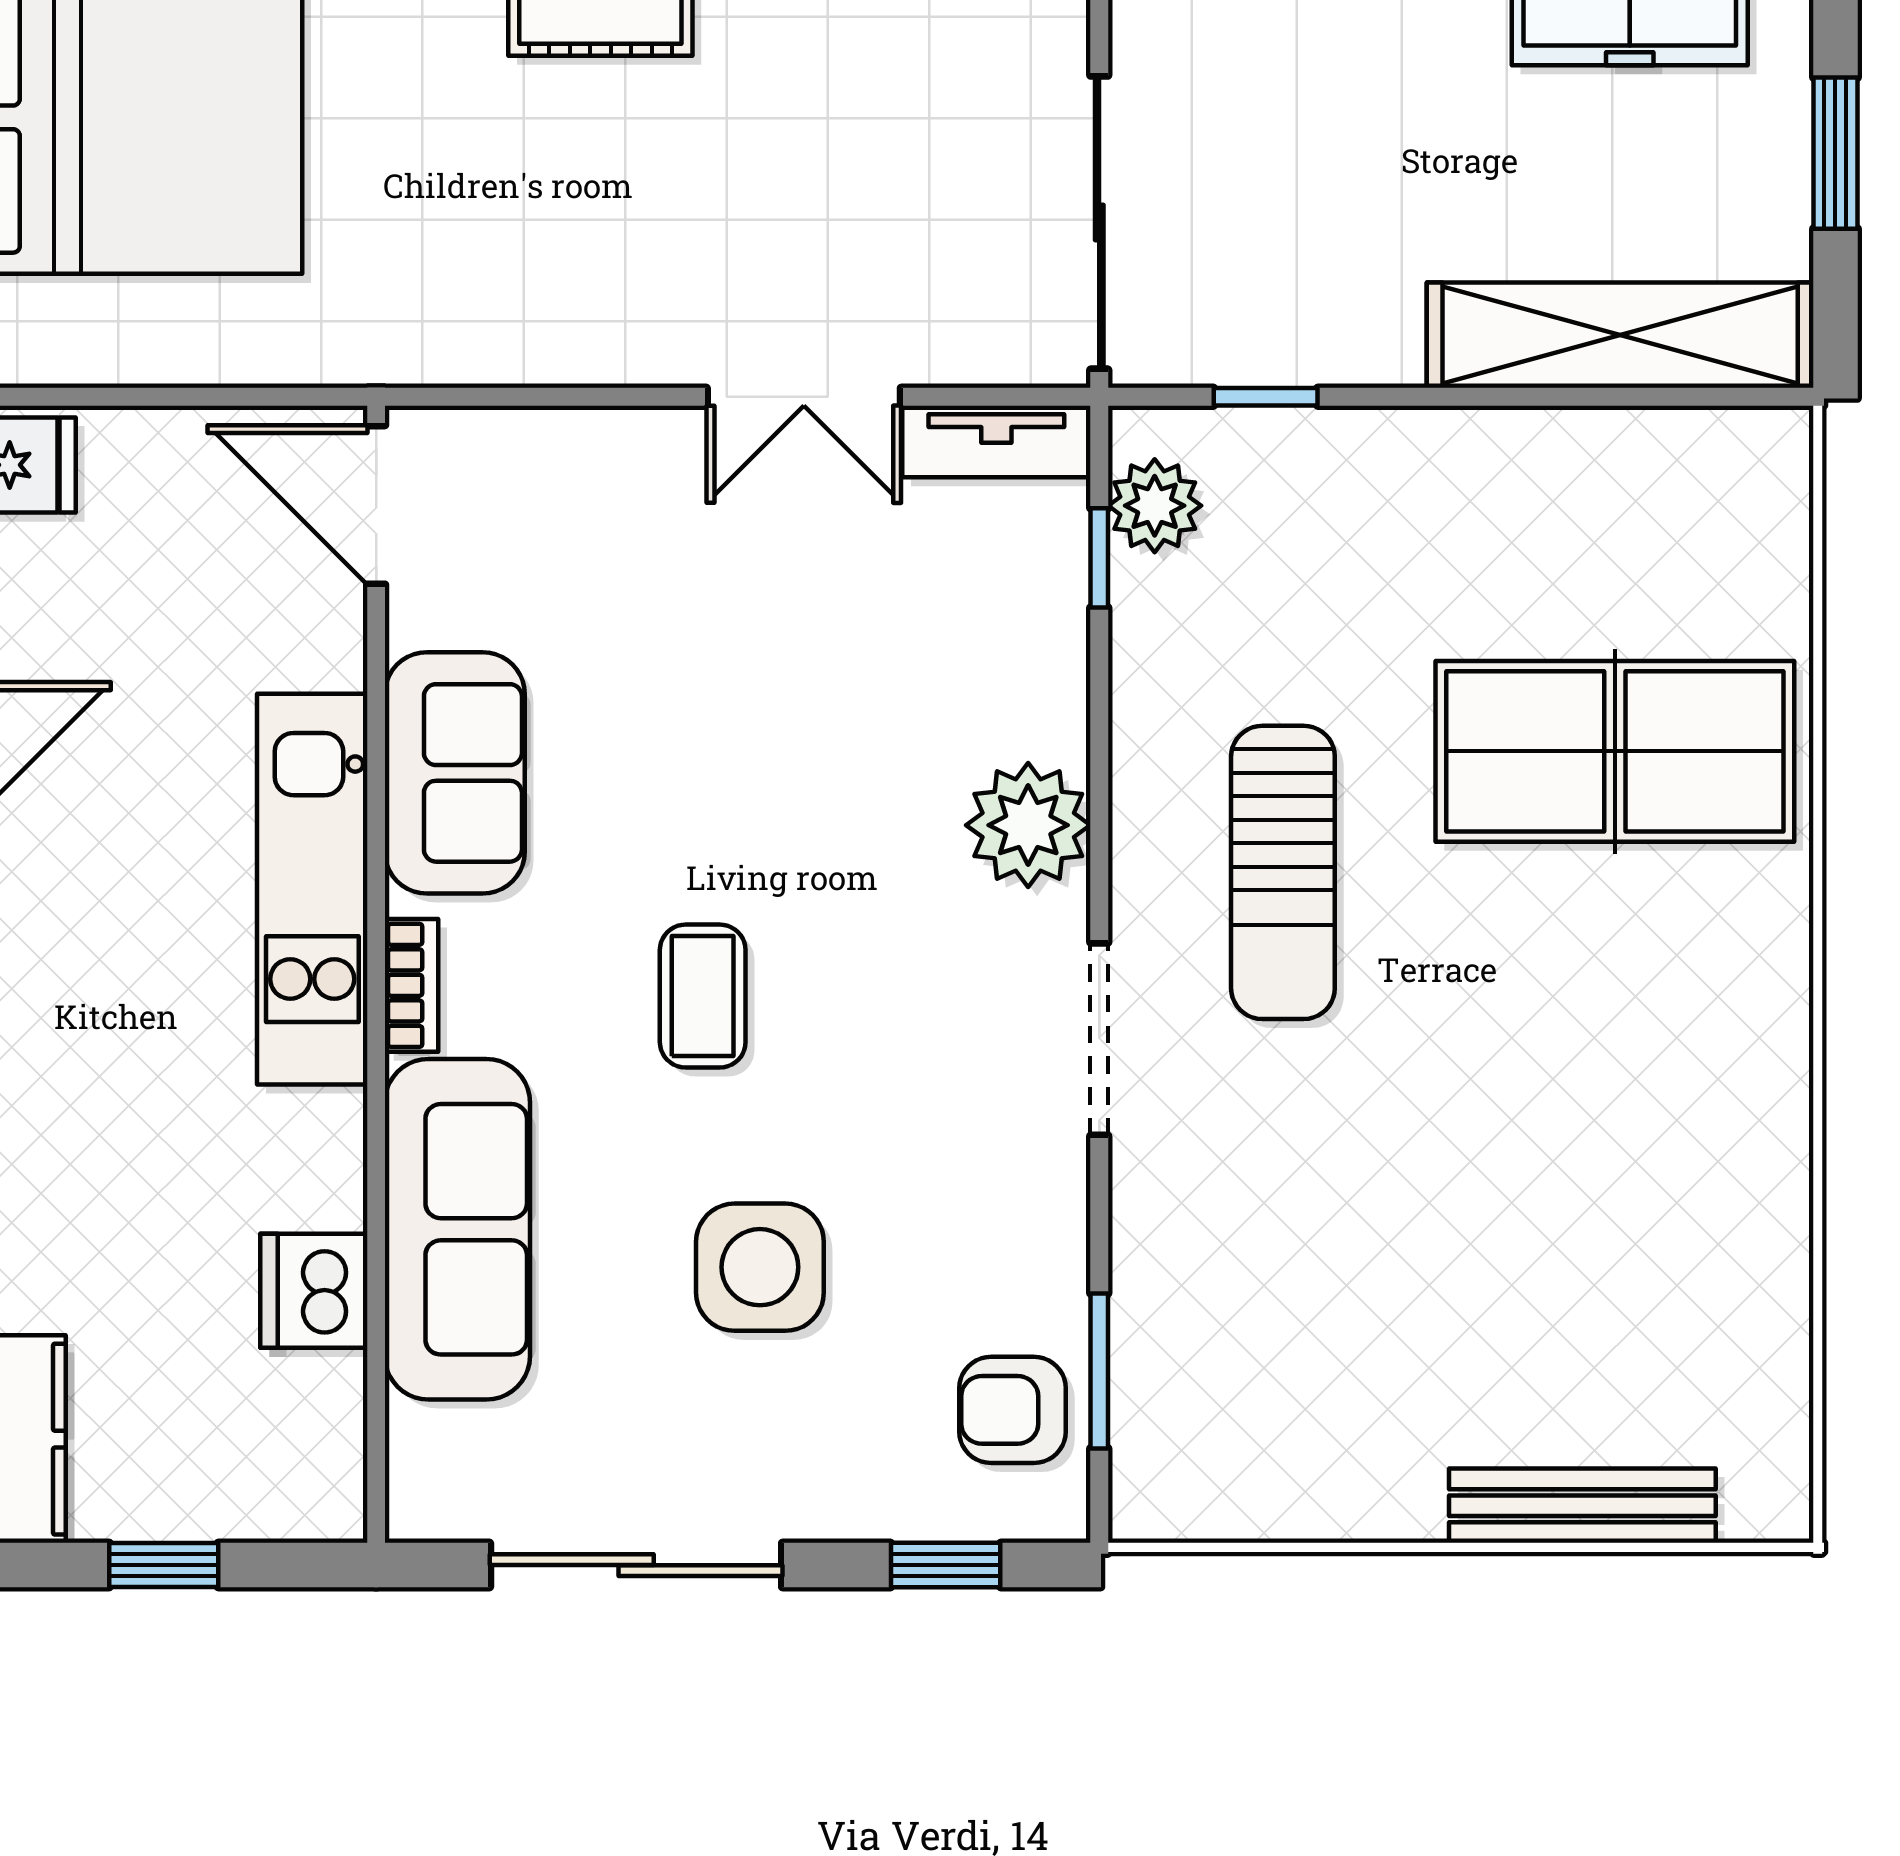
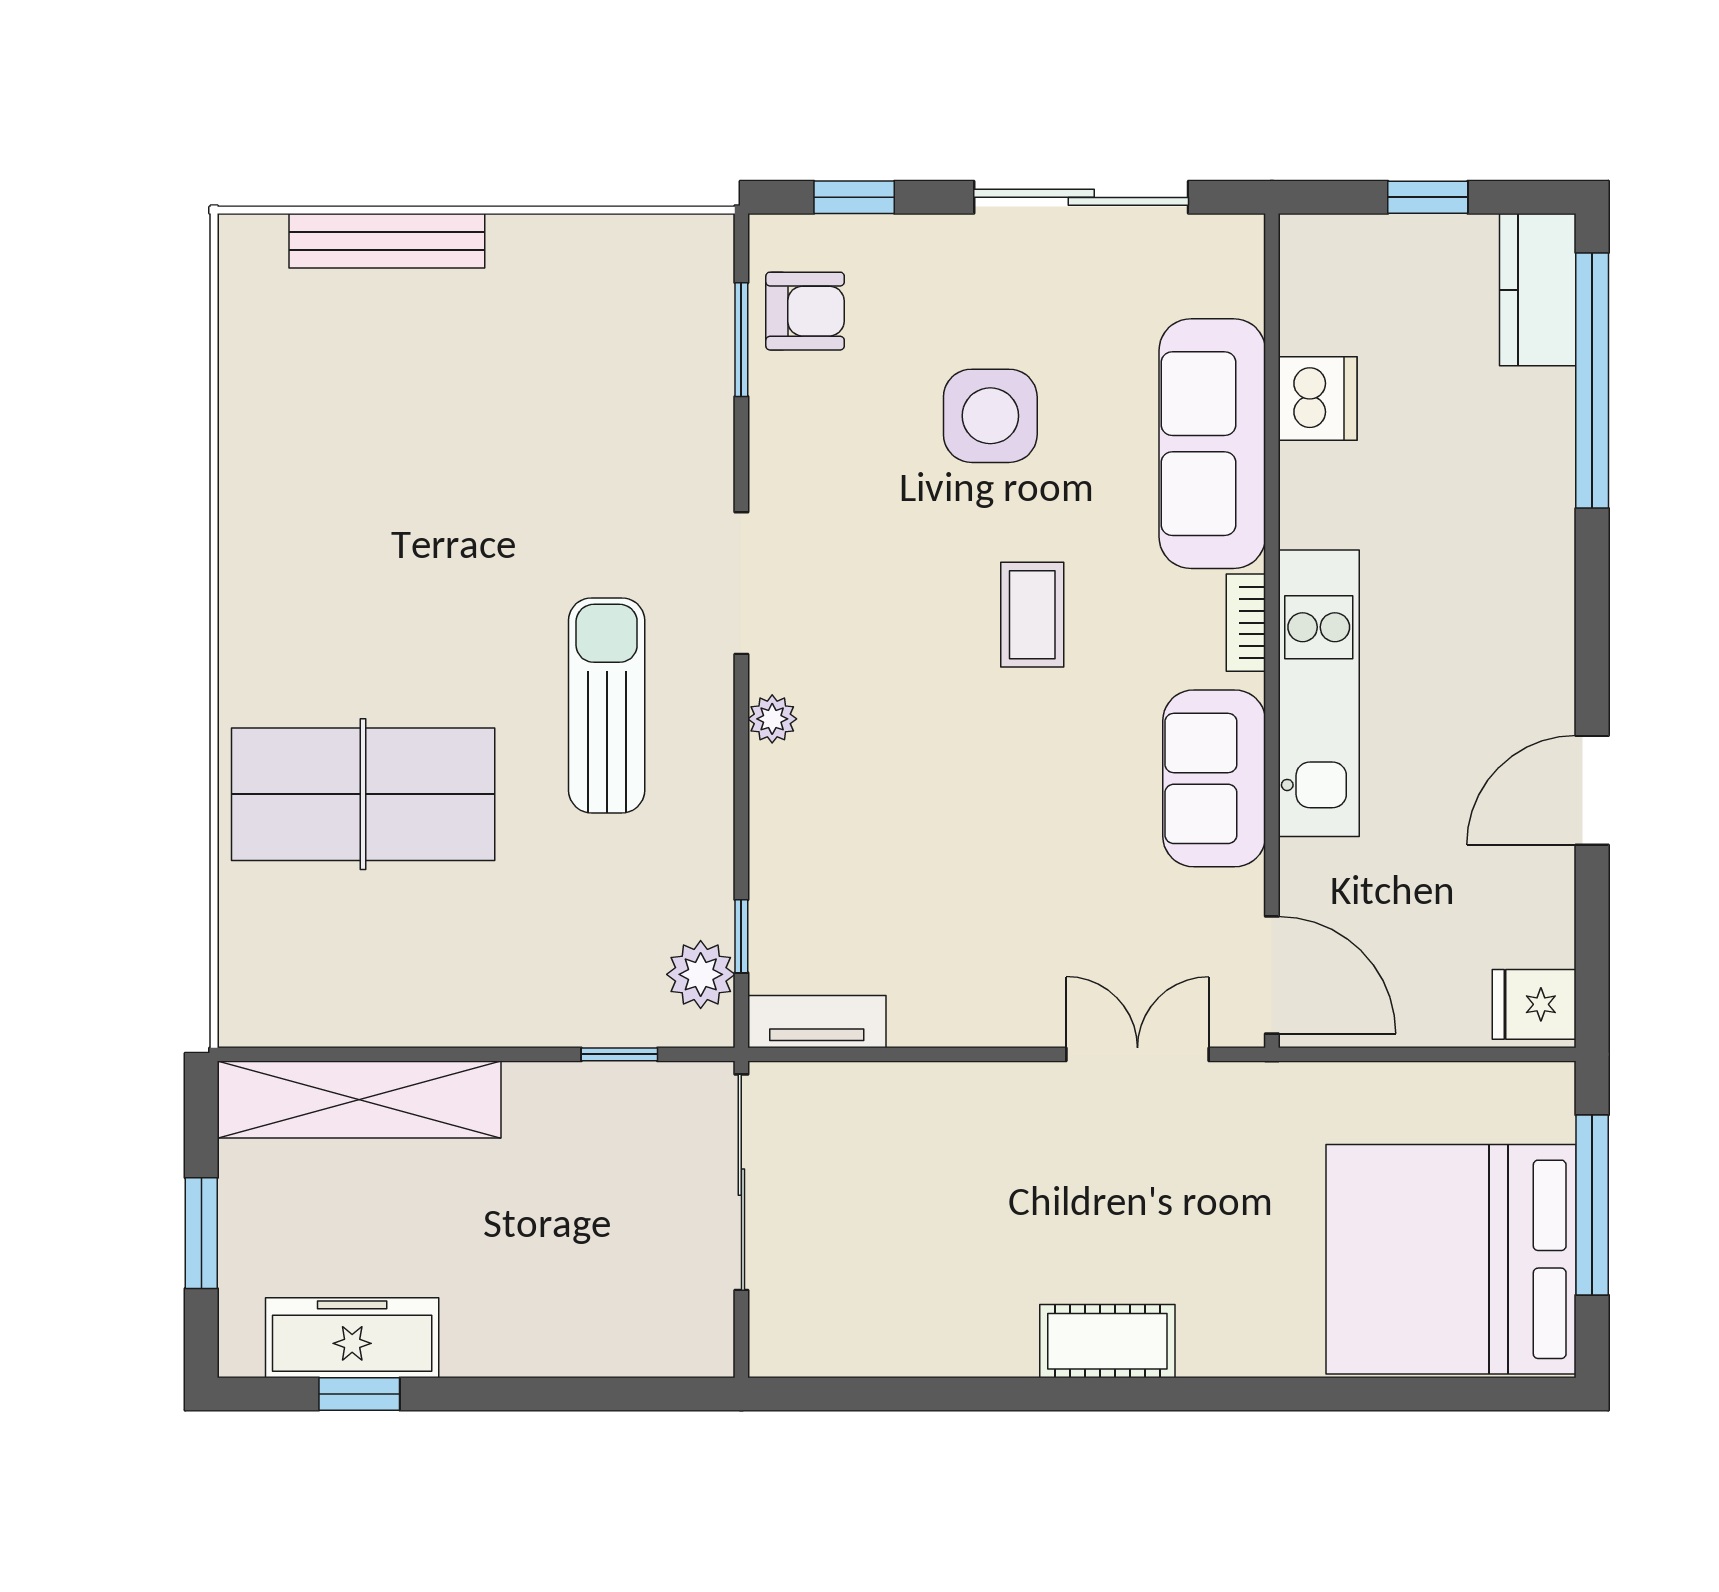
double door: (804, 397) -> (1138, 1054), moved
plant: (1028, 825) -> (772, 719), width x0.53, depth x0.53

